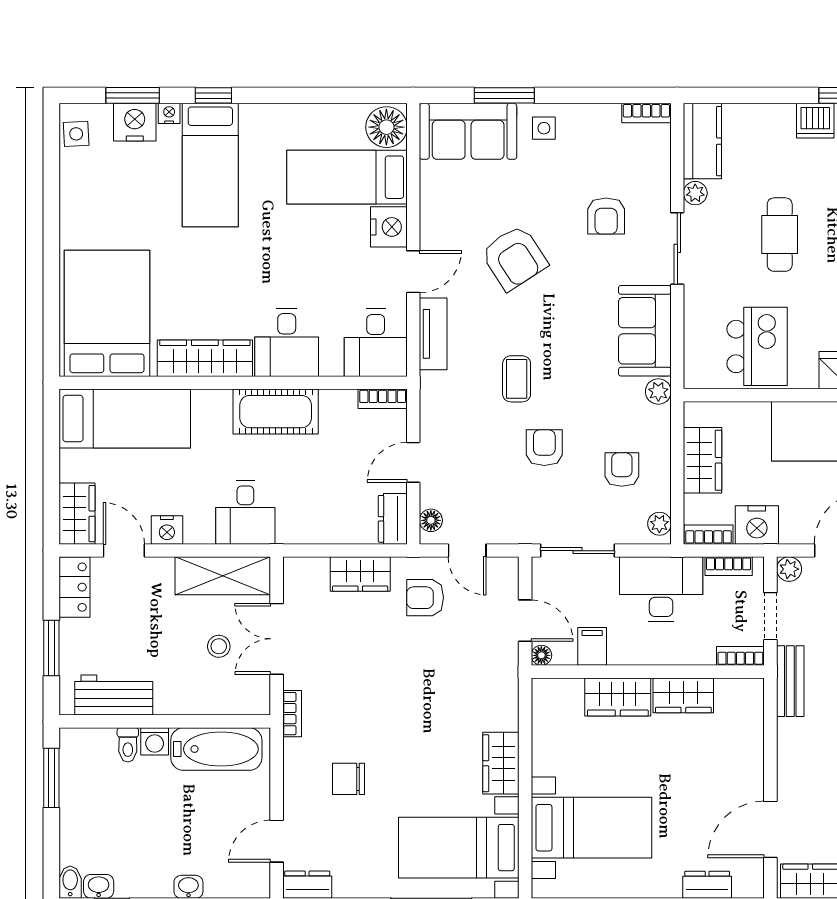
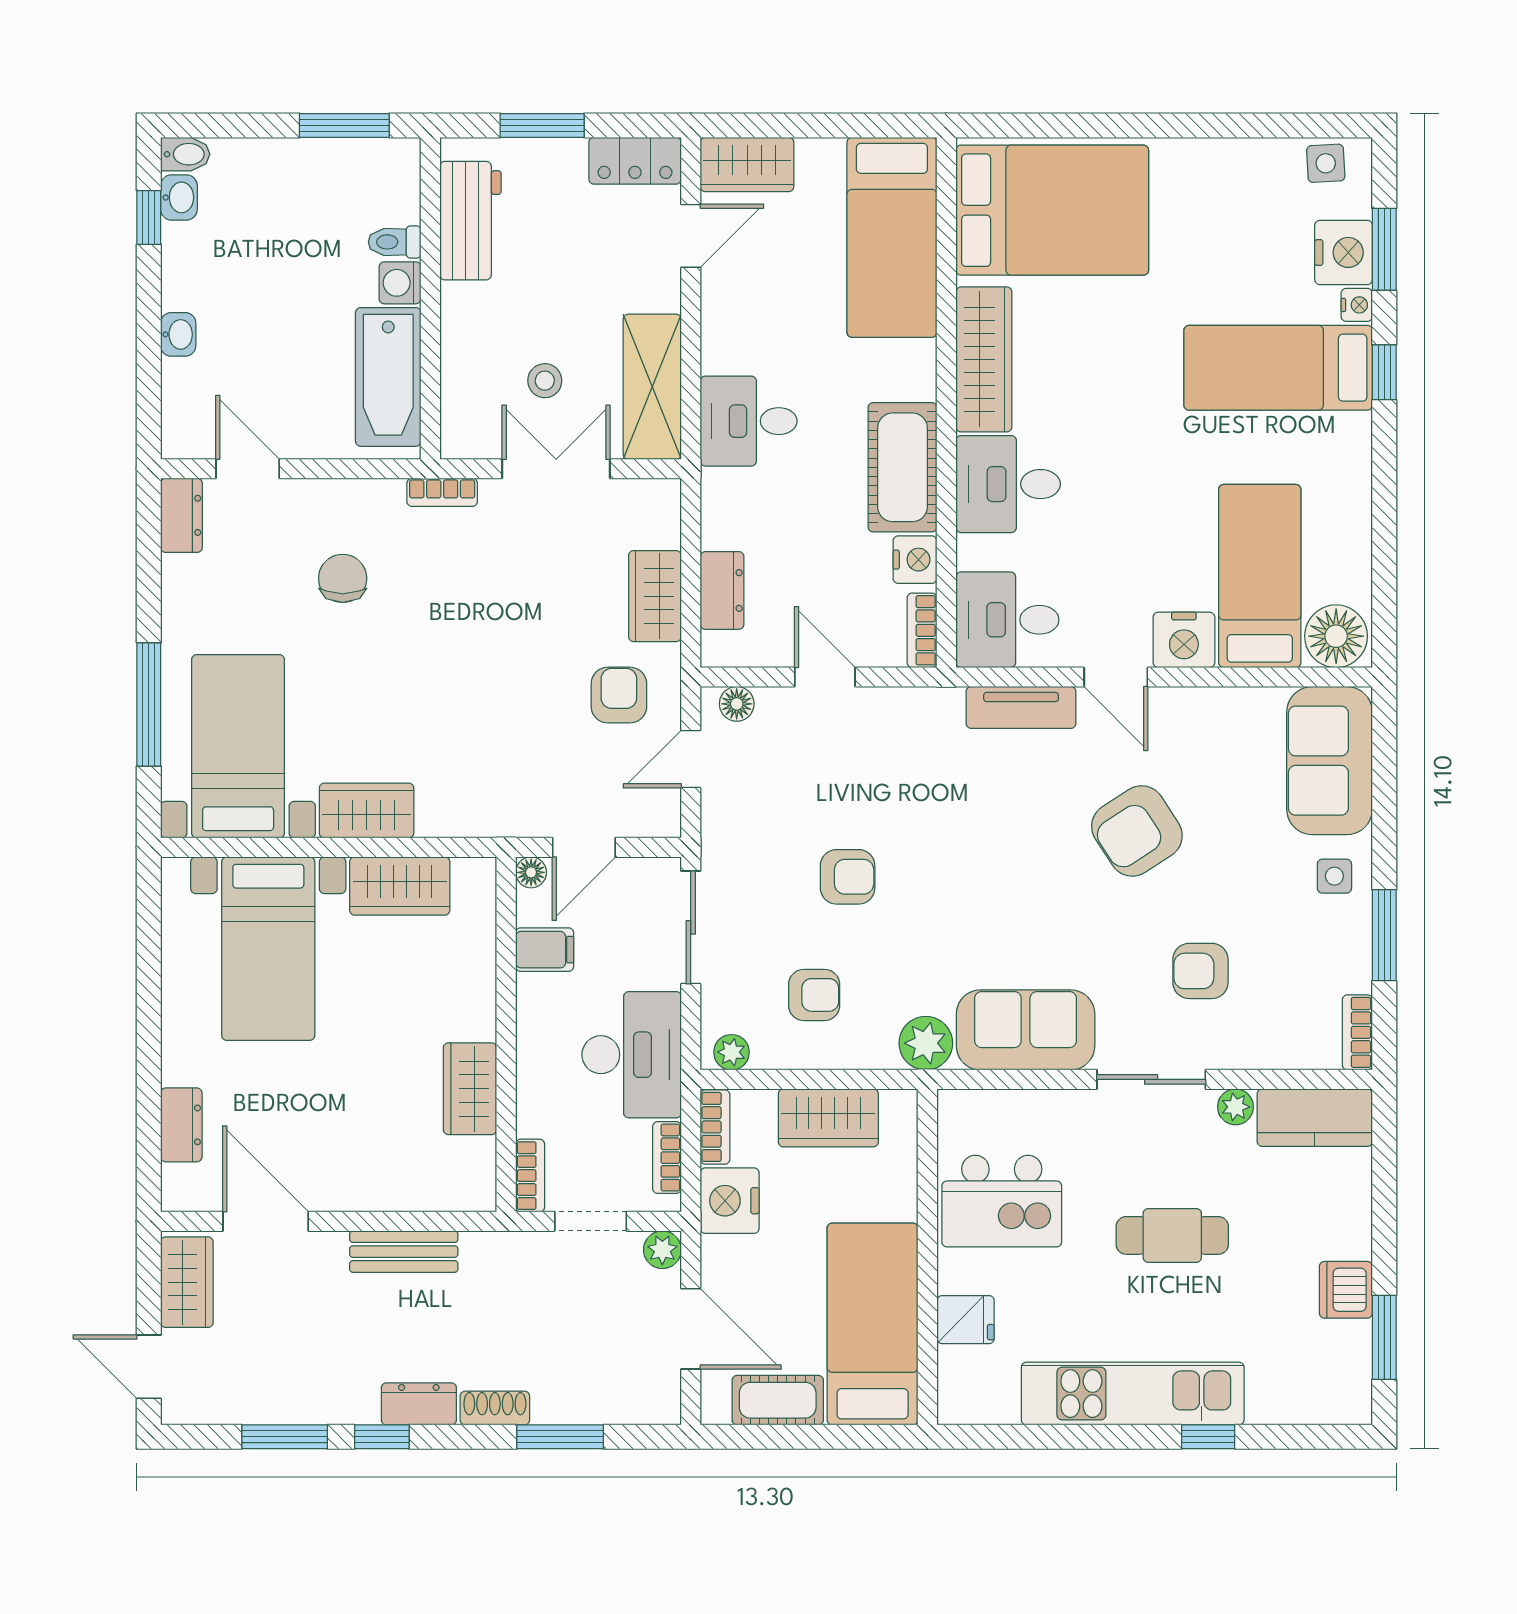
window: (504, 95) -> (1384, 935), moved
coffee table: (517, 379) -> (952, 835), removed
plant: (658, 391) -> (926, 1043), width x1.38, depth x1.38
dresser: (393, 519) -> (722, 590), moved, turned 90
nightstand: (167, 530) -> (915, 560), moved, turned 180
bench: (790, 681) -> (404, 1252), moved
wardrobe: (618, 697) -> (400, 886), moved, turned -90

